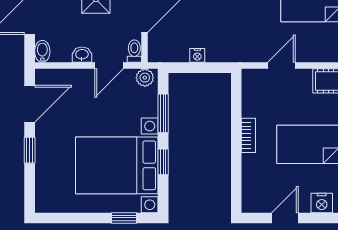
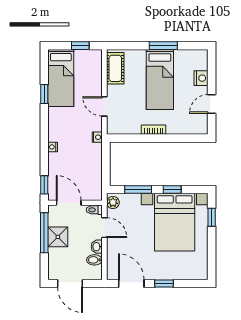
bidet: (42, 51) -> (94, 260), moved
nightstand: (197, 55) -> (97, 137), moved
door: (285, 218) -> (212, 104), hinge flipped

